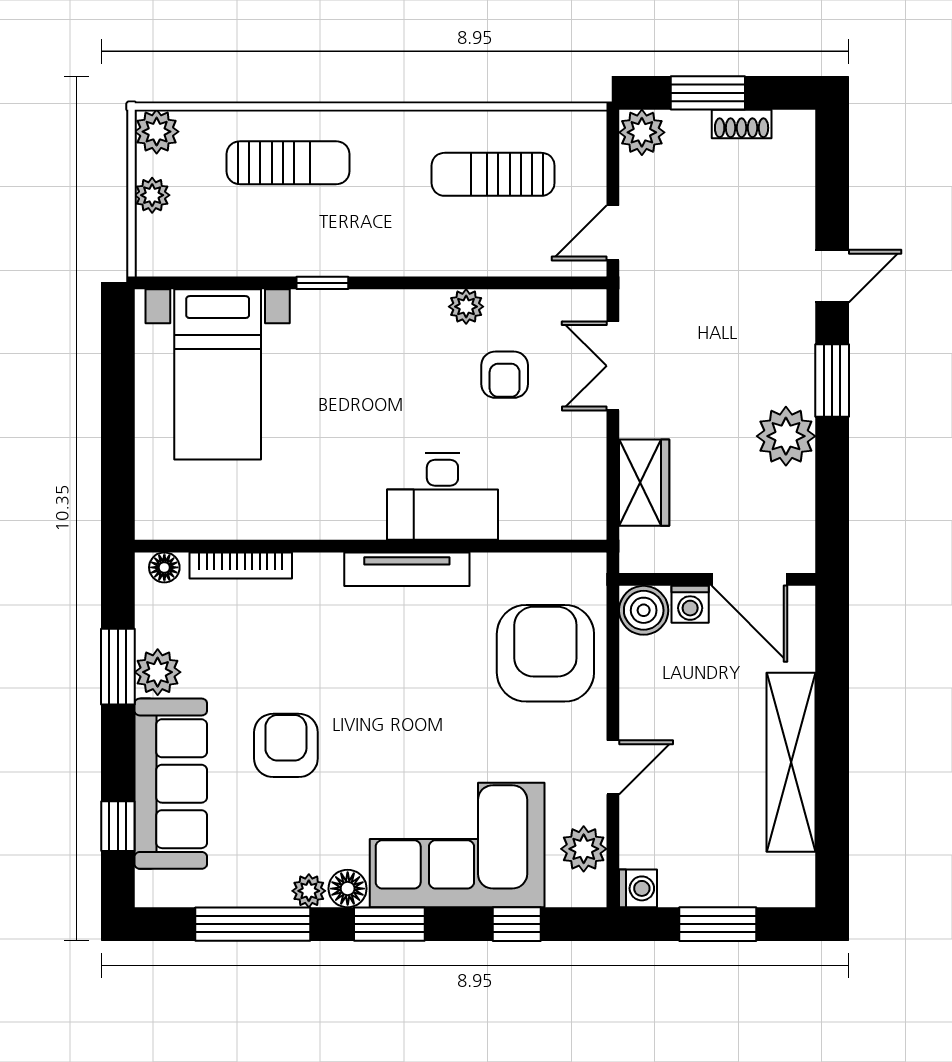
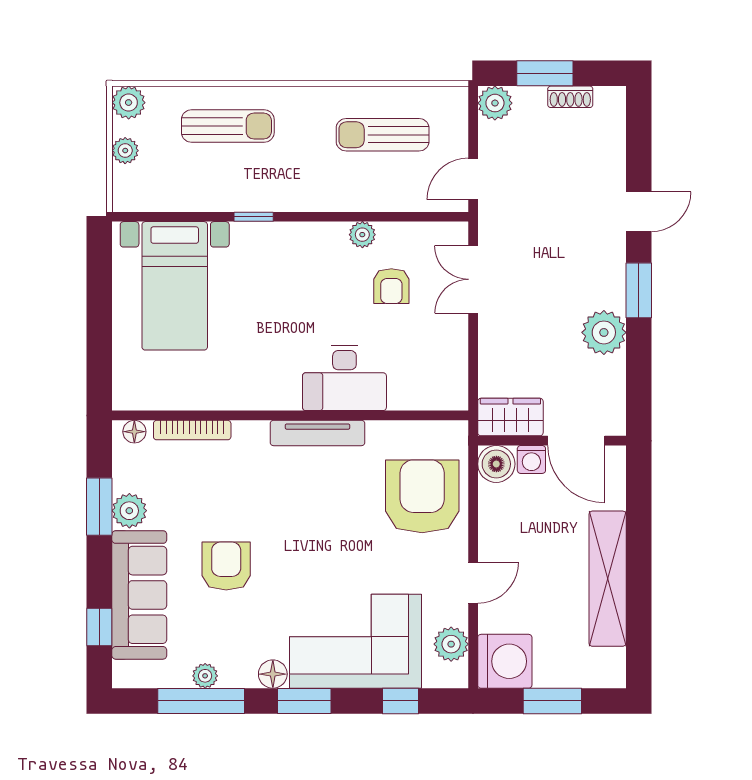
wardrobe: (644, 483) -> (510, 417), moved, turned -90
washing machine: (638, 888) -> (505, 661), width x1.89, depth x1.89
plant: (309, 891) -> (205, 676), moved

